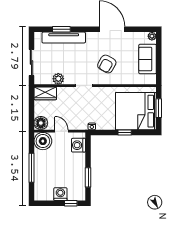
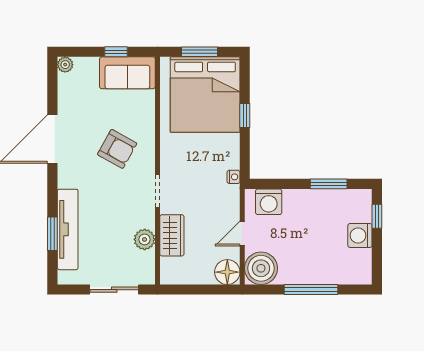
sofa: (148, 59) -> (127, 73), moved
window: (159, 63) -> (116, 52), added
wardrobe: (45, 93) -> (172, 235), moved

